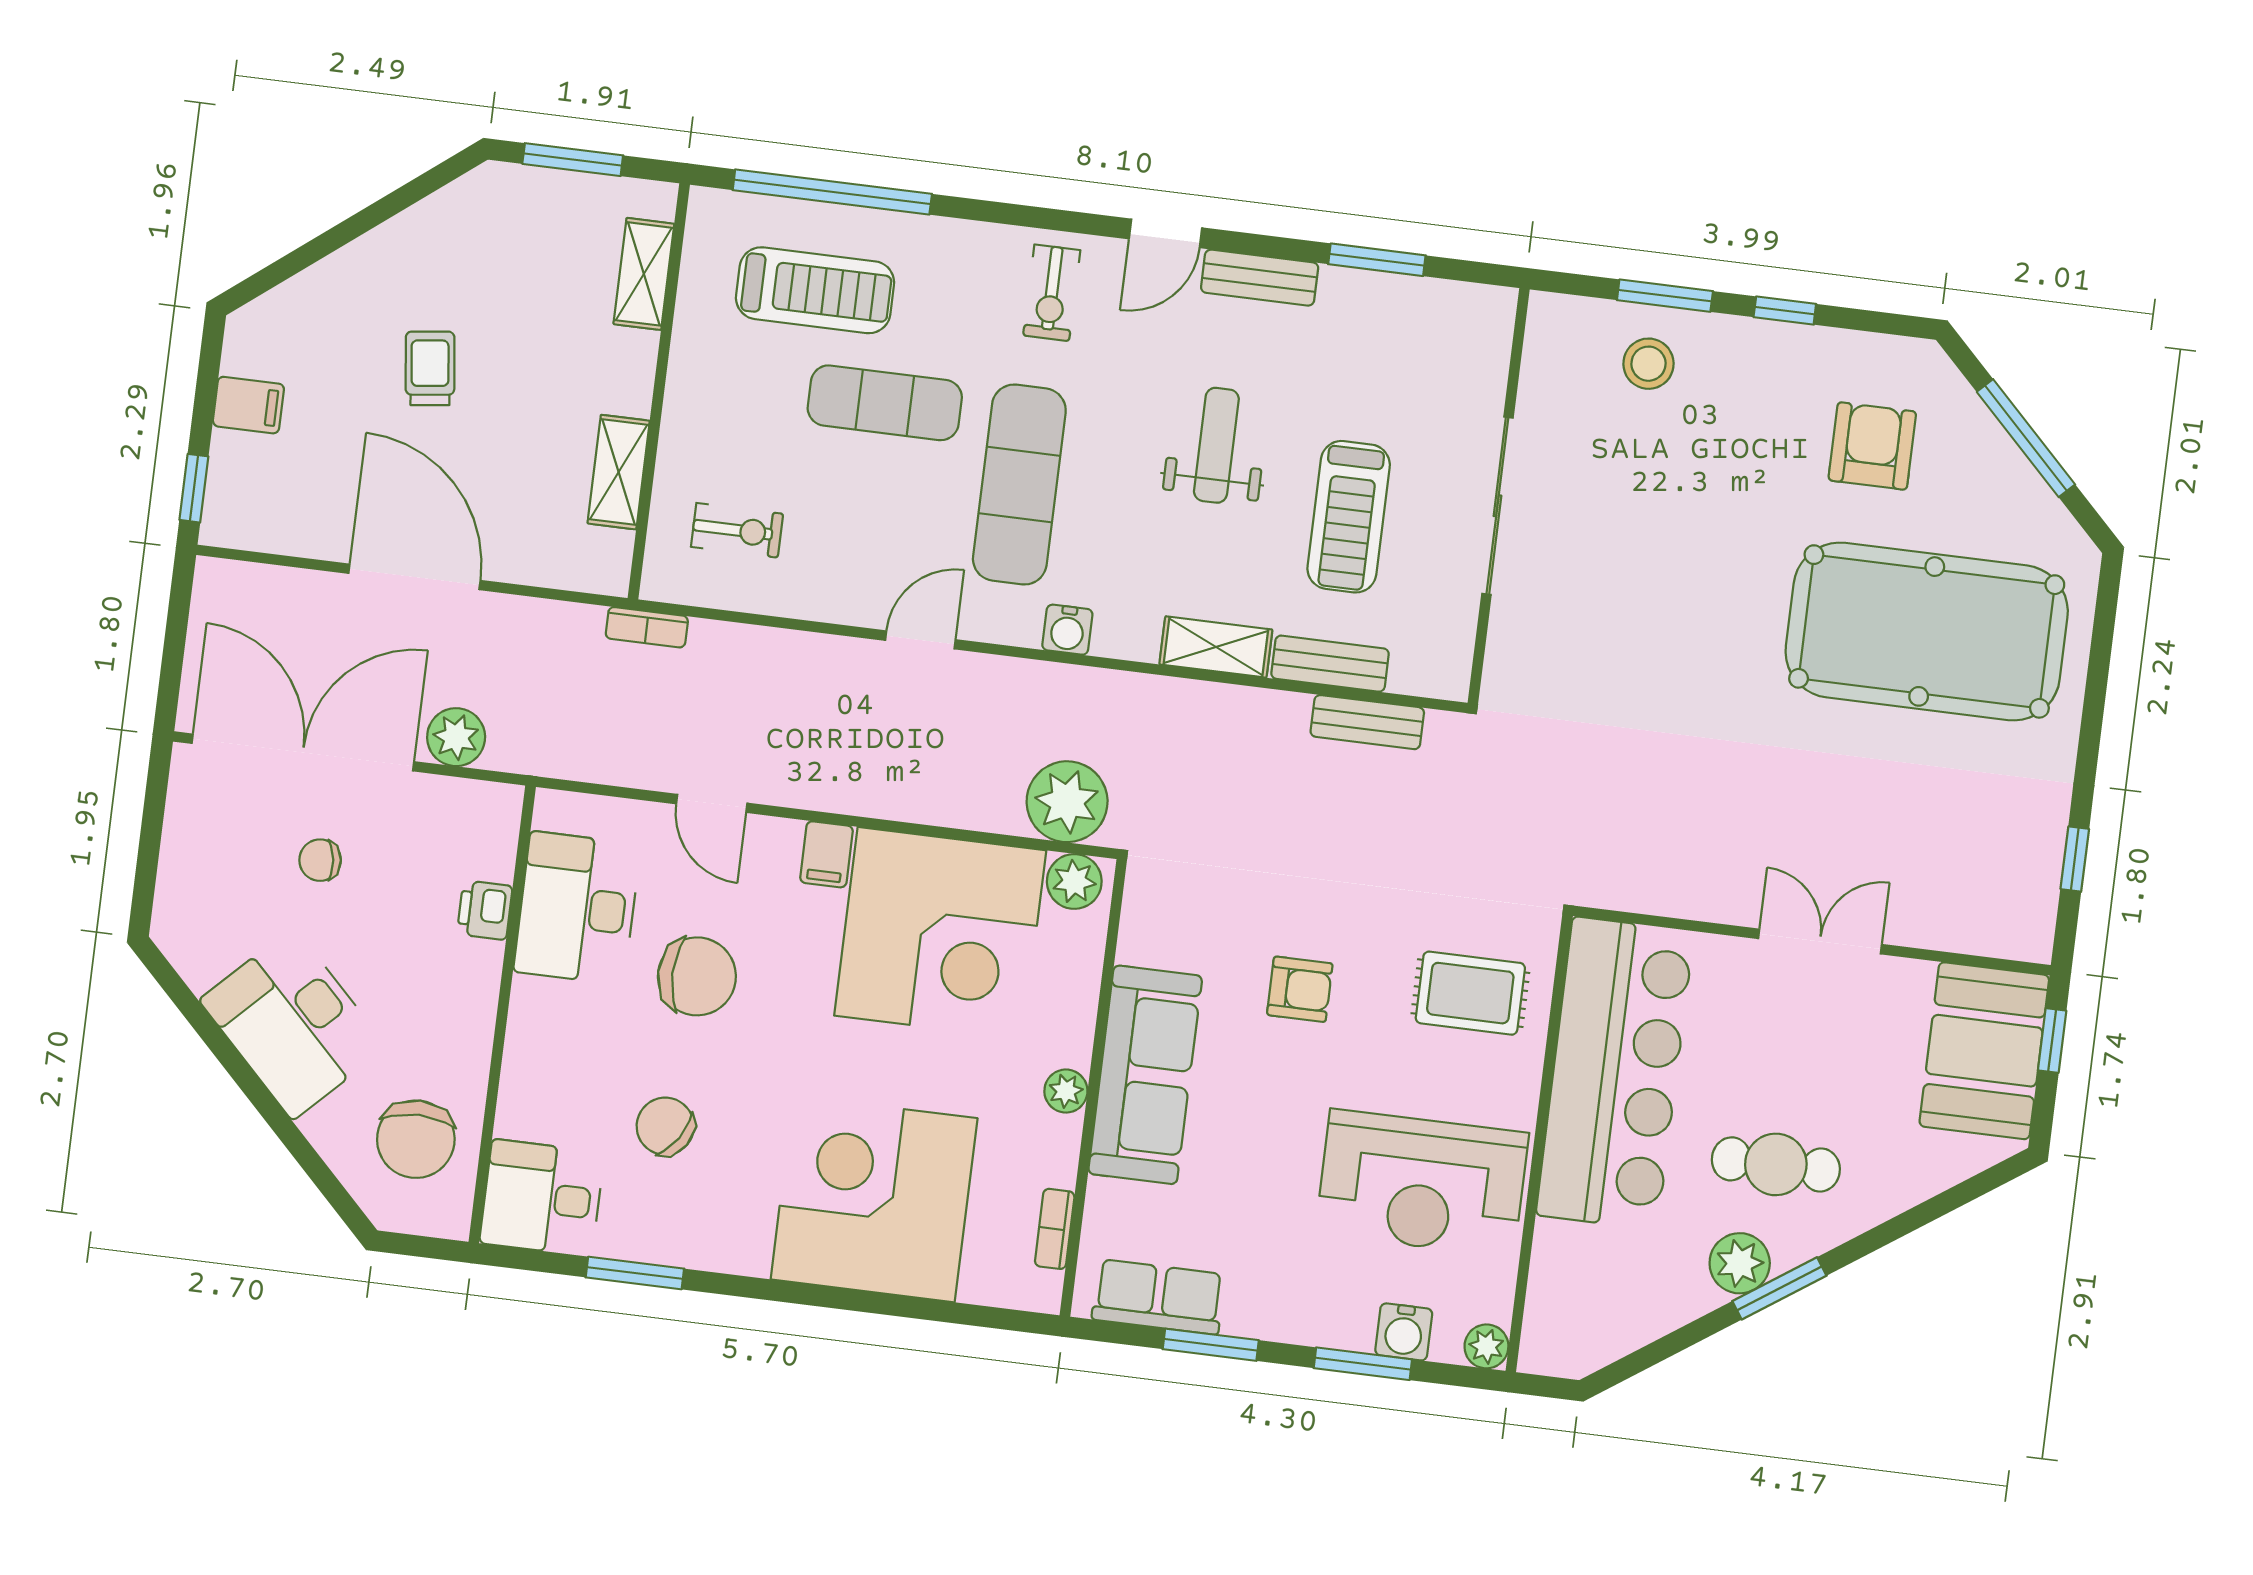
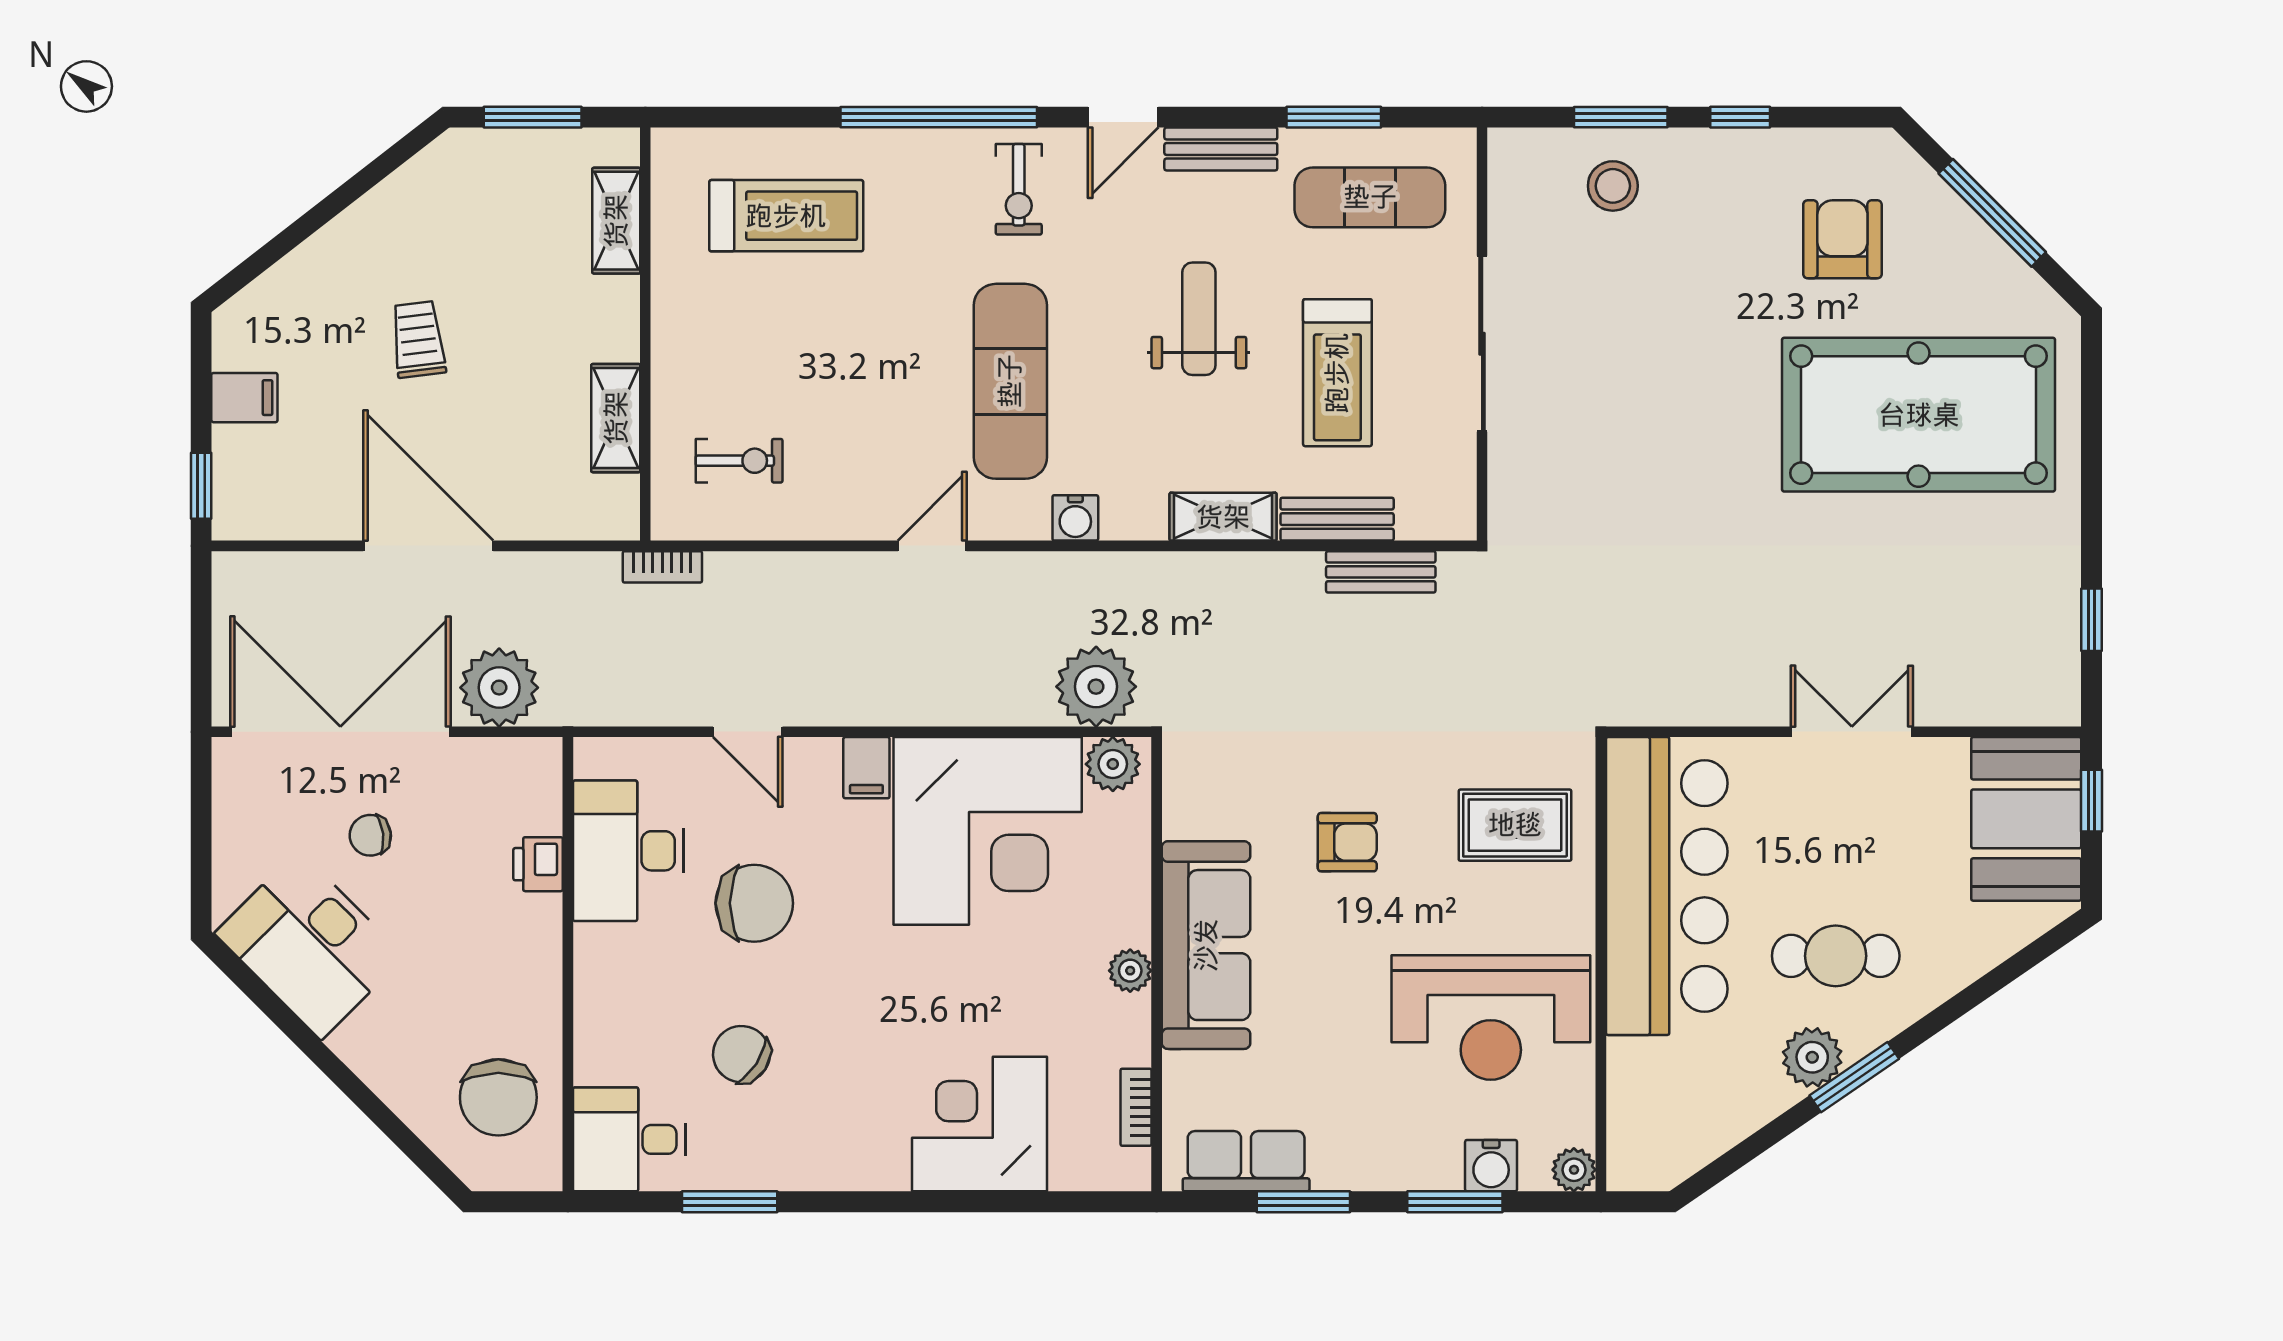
window: (832, 192) -> (939, 117), moved
exercise mat: (885, 403) -> (1370, 197), moved
plant: (456, 737) -> (499, 688), width x1.36, depth x1.36
desk: (293, 1024) -> (310, 945), moved
corner desk: (874, 1199) -> (979, 1124), width x0.74, depth x0.74

